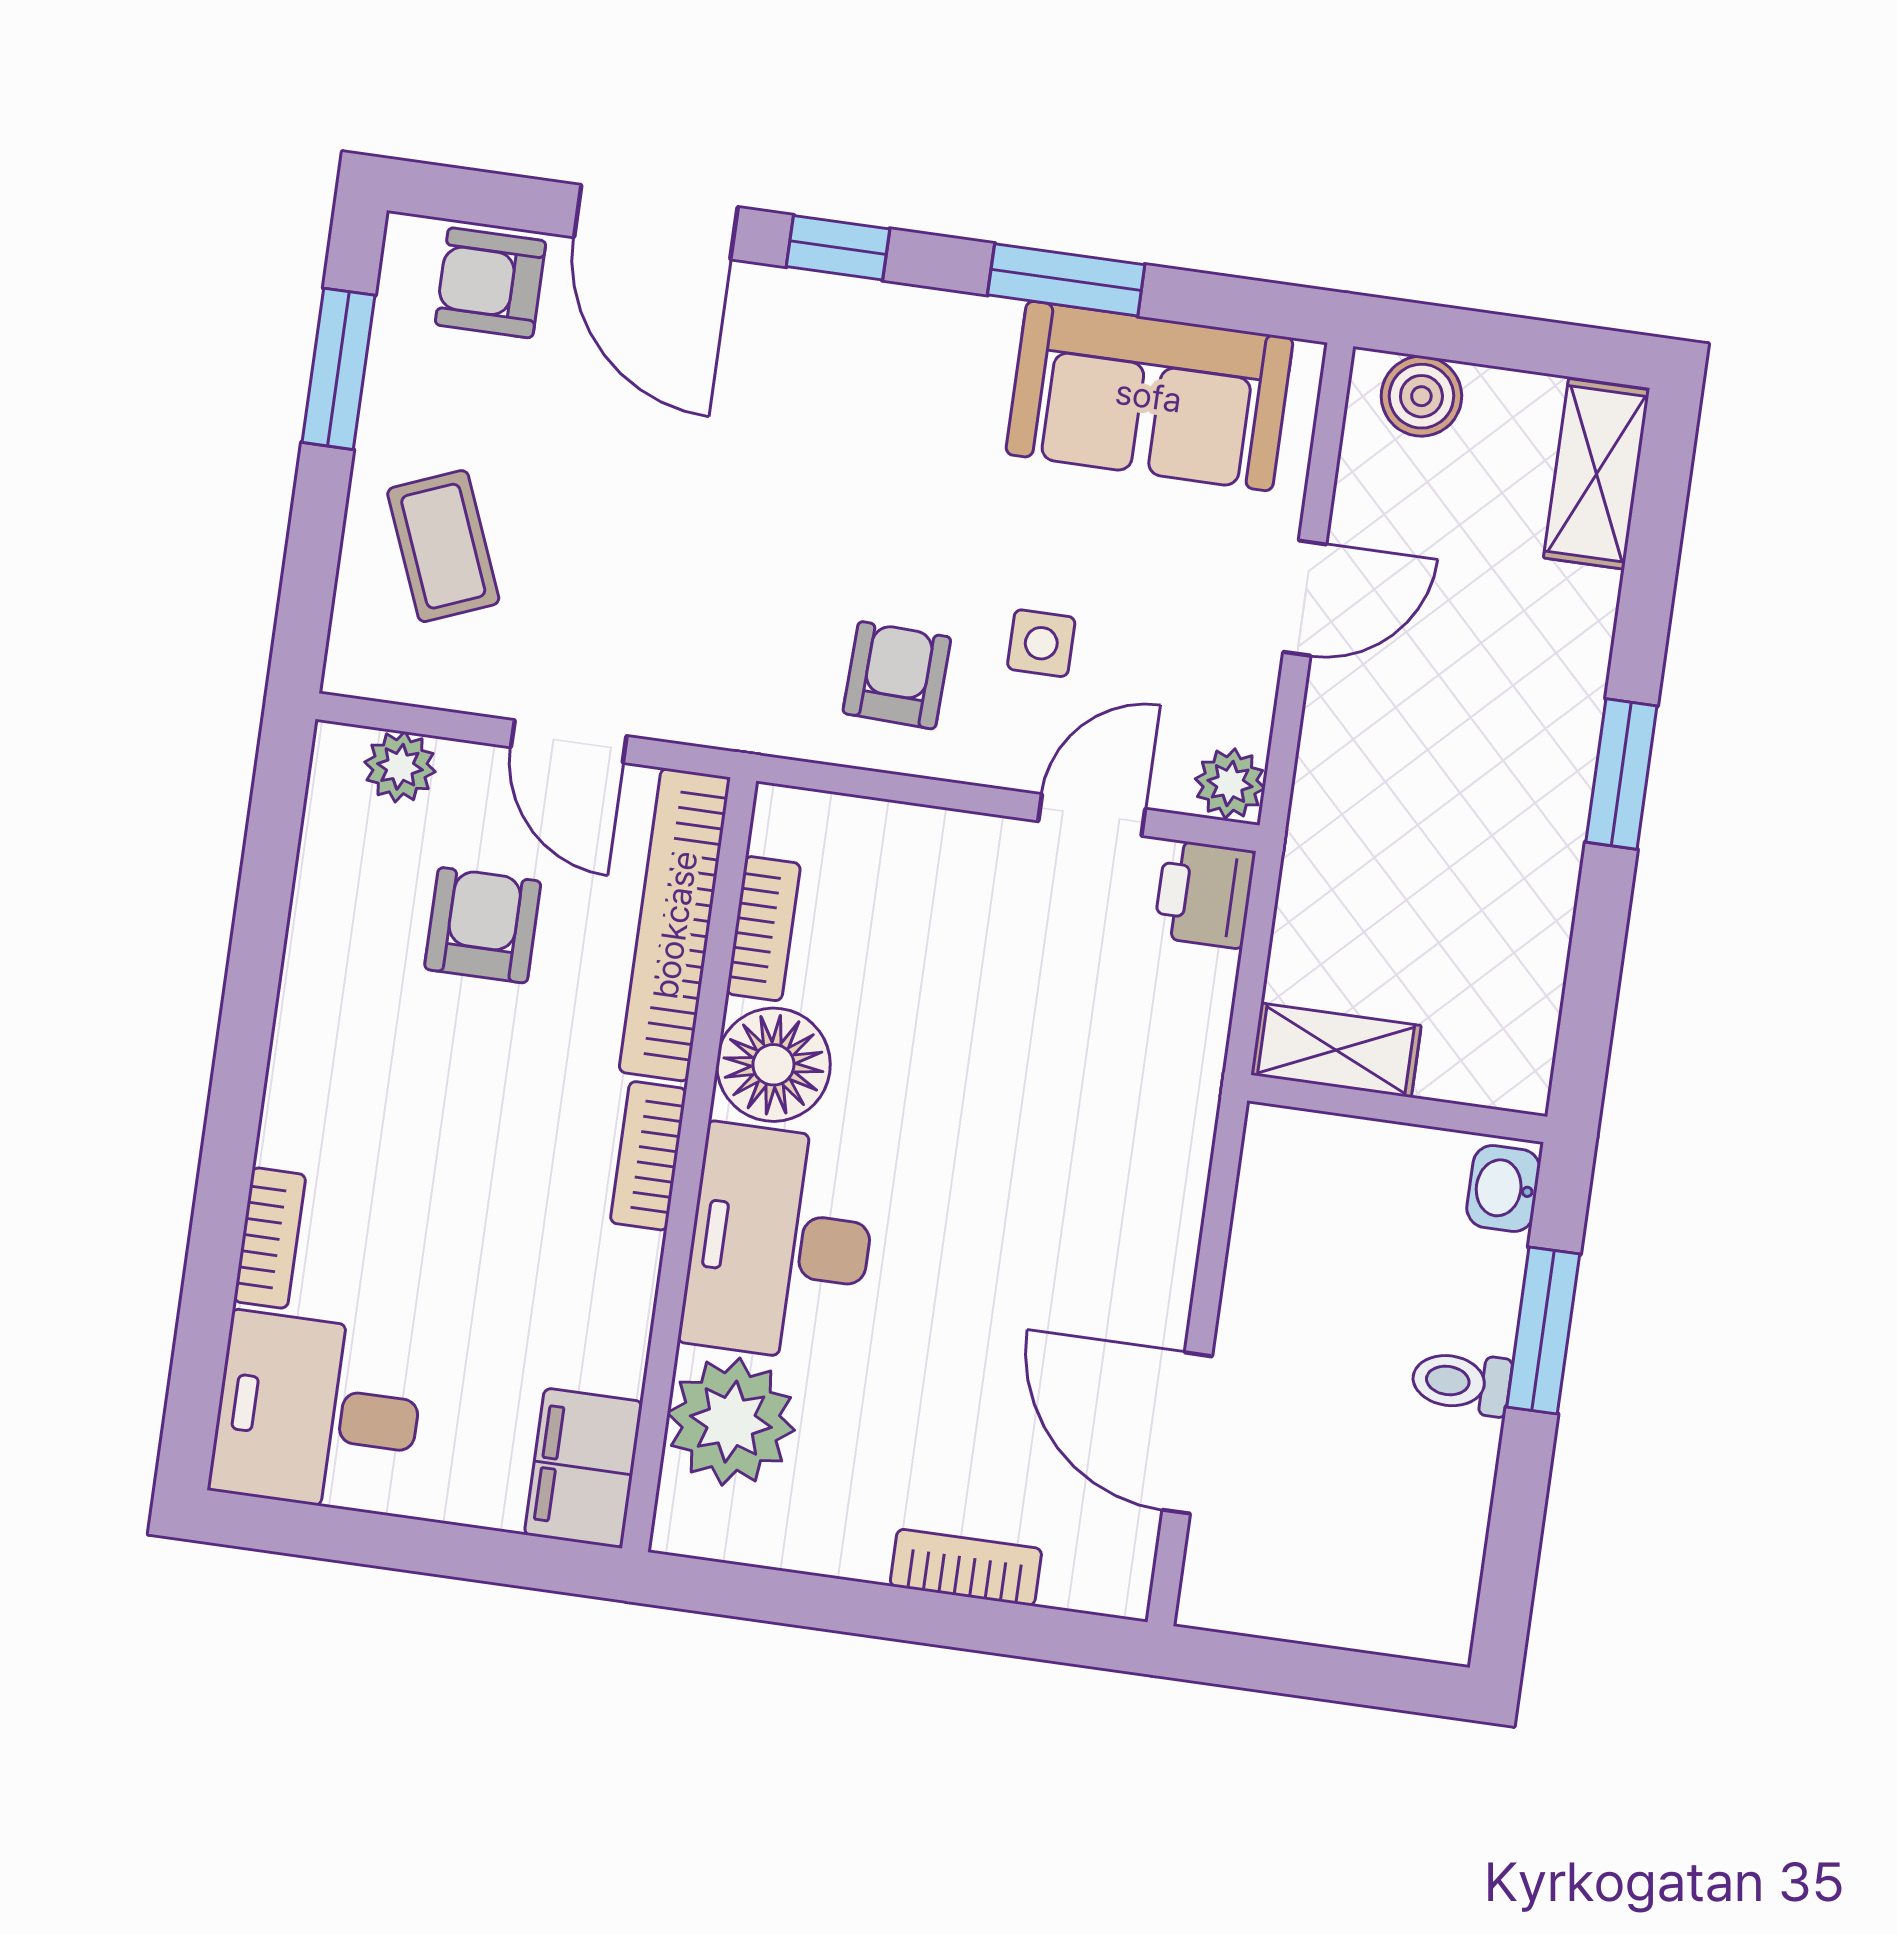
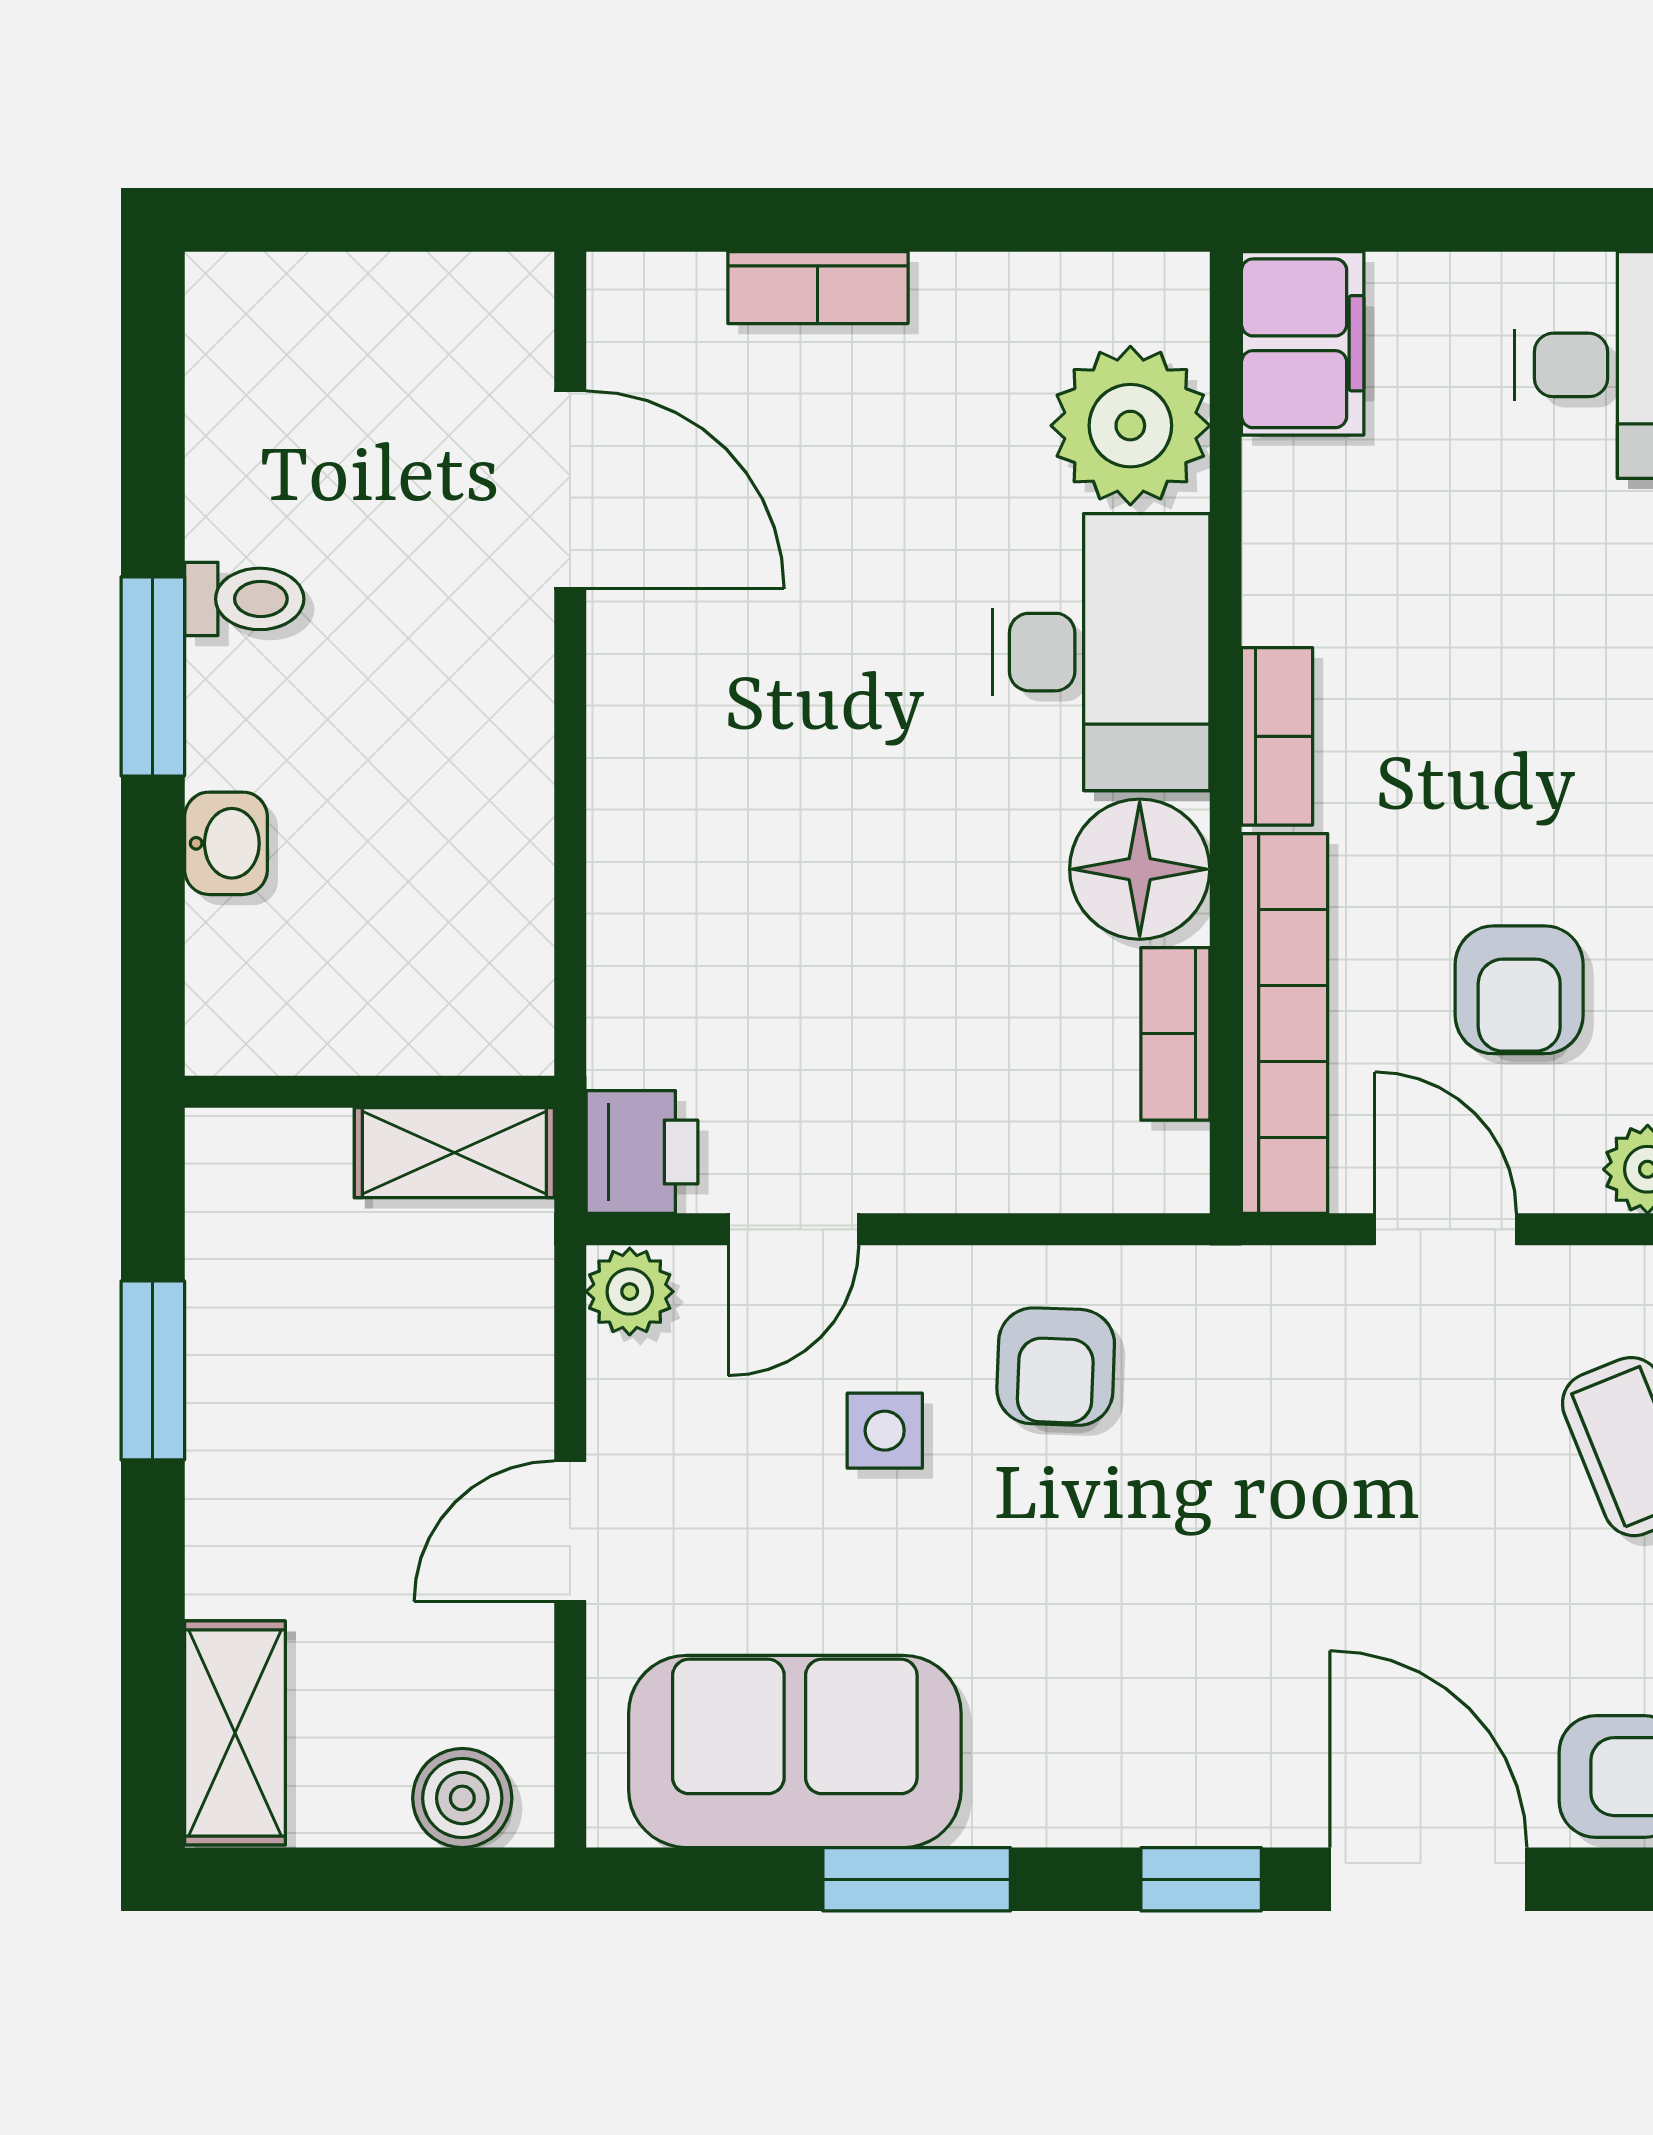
shelving: (1336, 1050) -> (454, 1153), moved
wall: (1397, 1109) -> (370, 1092), moved

